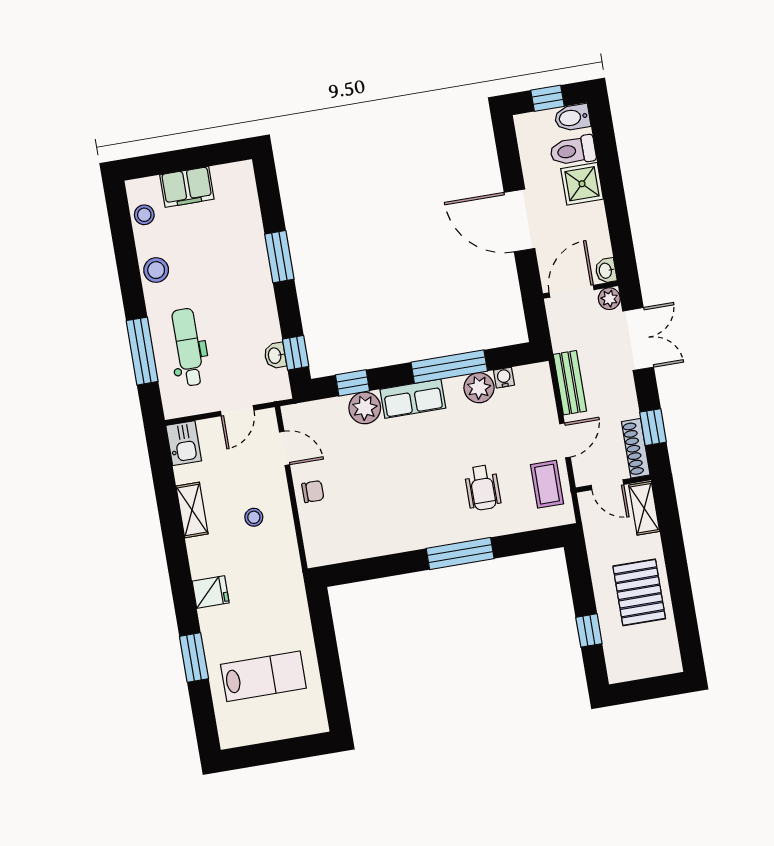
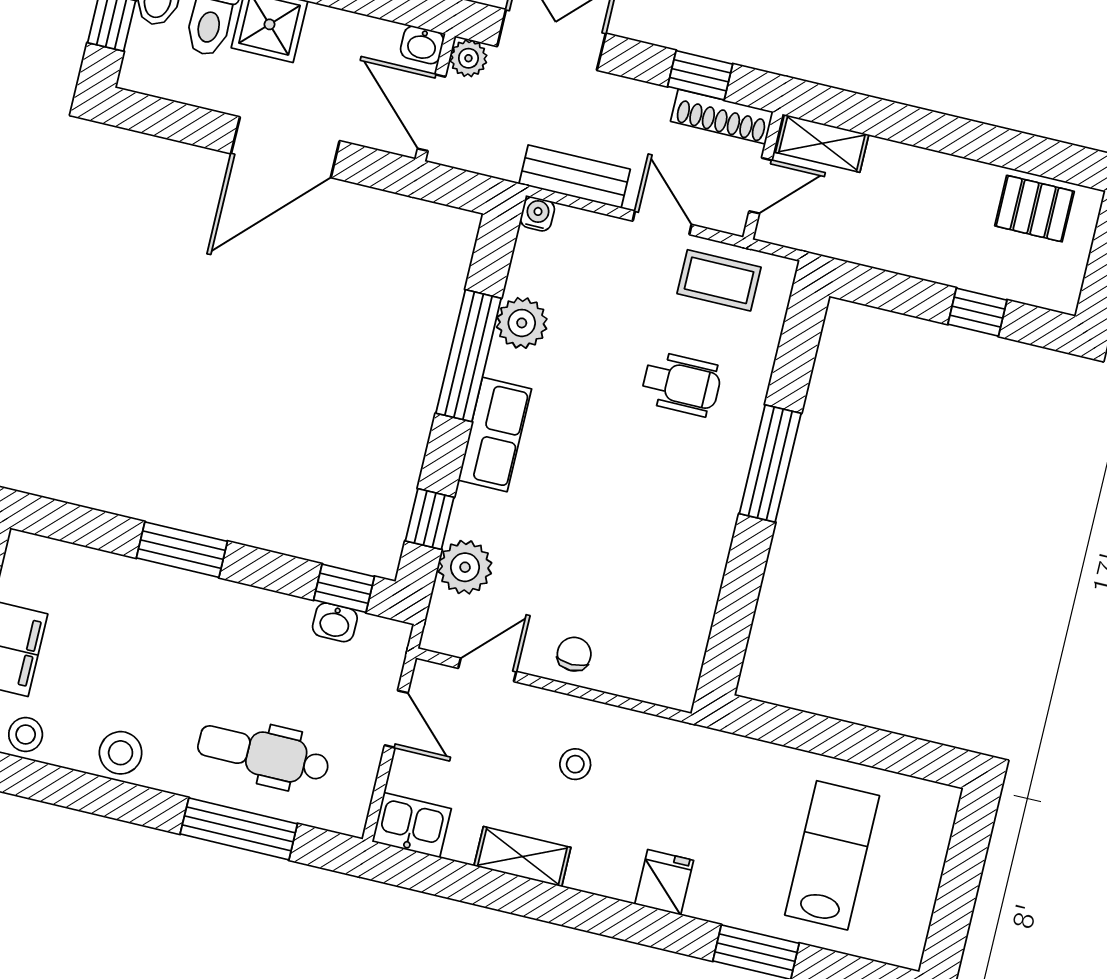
water cooler: (504, 378) -> (537, 214), moved, turned 90
plant: (365, 408) -> (465, 567), moved
pallet: (639, 592) -> (1034, 209), moved, width x0.67, depth x0.71

